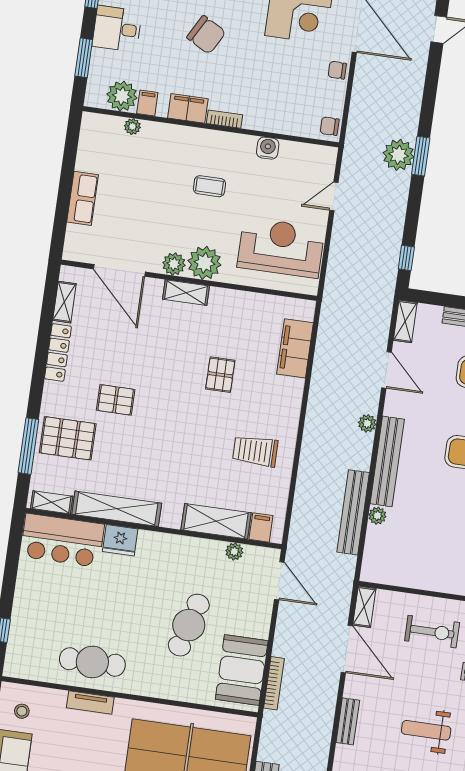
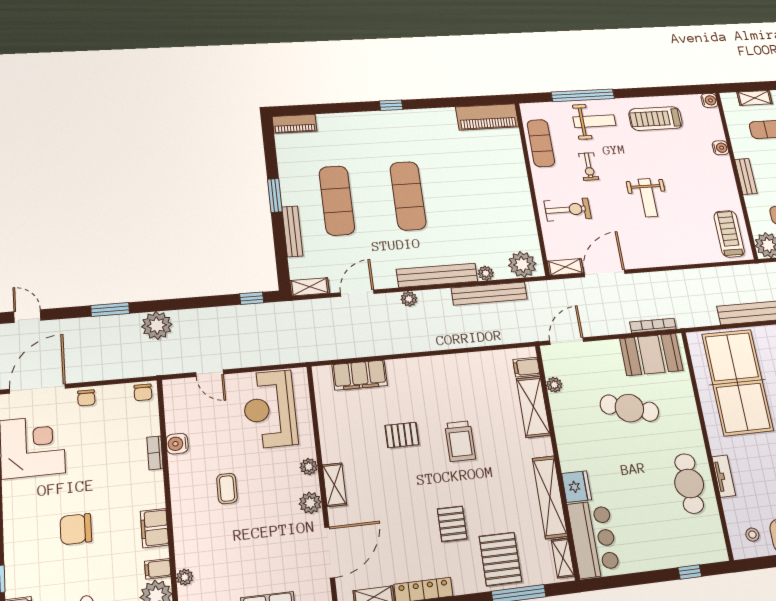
chair: (206, 35) -> (76, 529), turned -119
bookcase: (224, 119) -> (155, 453), moved
window: (421, 156) -> (110, 309), moved
plant: (204, 263) -> (309, 467), width x0.53, depth x0.53
trolley: (255, 451) -> (460, 441), moved
plant: (378, 559) -> (522, 264), added
exercise bike: (432, 632) -> (568, 210), turned 90
bench: (348, 721) -> (663, 260), removed

